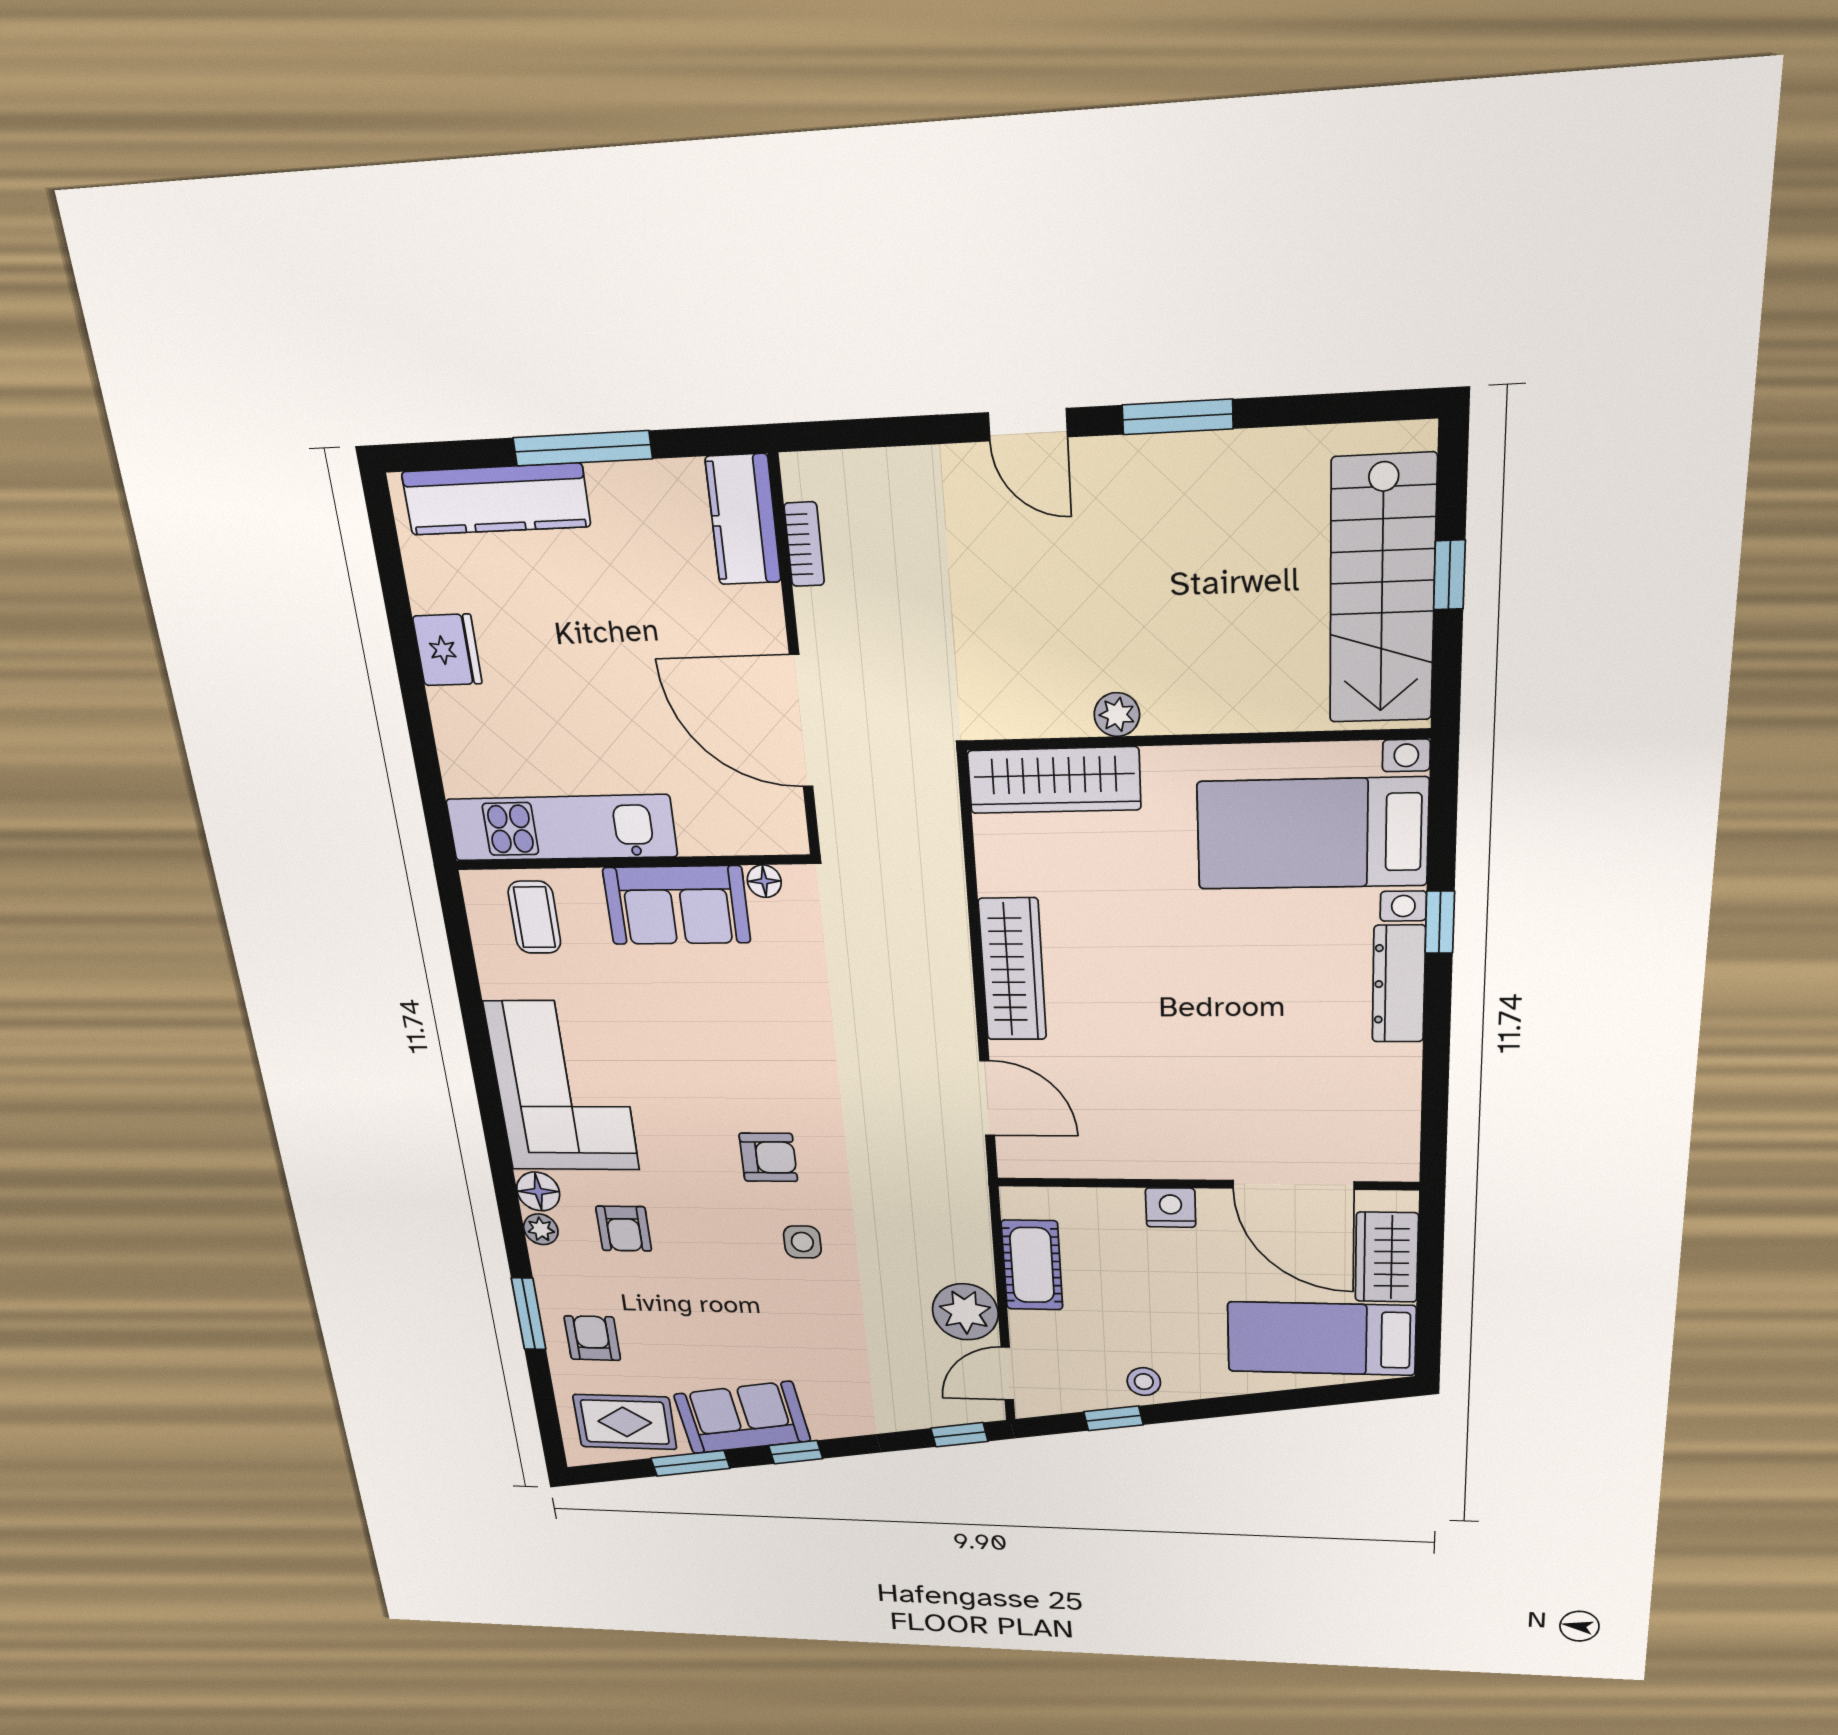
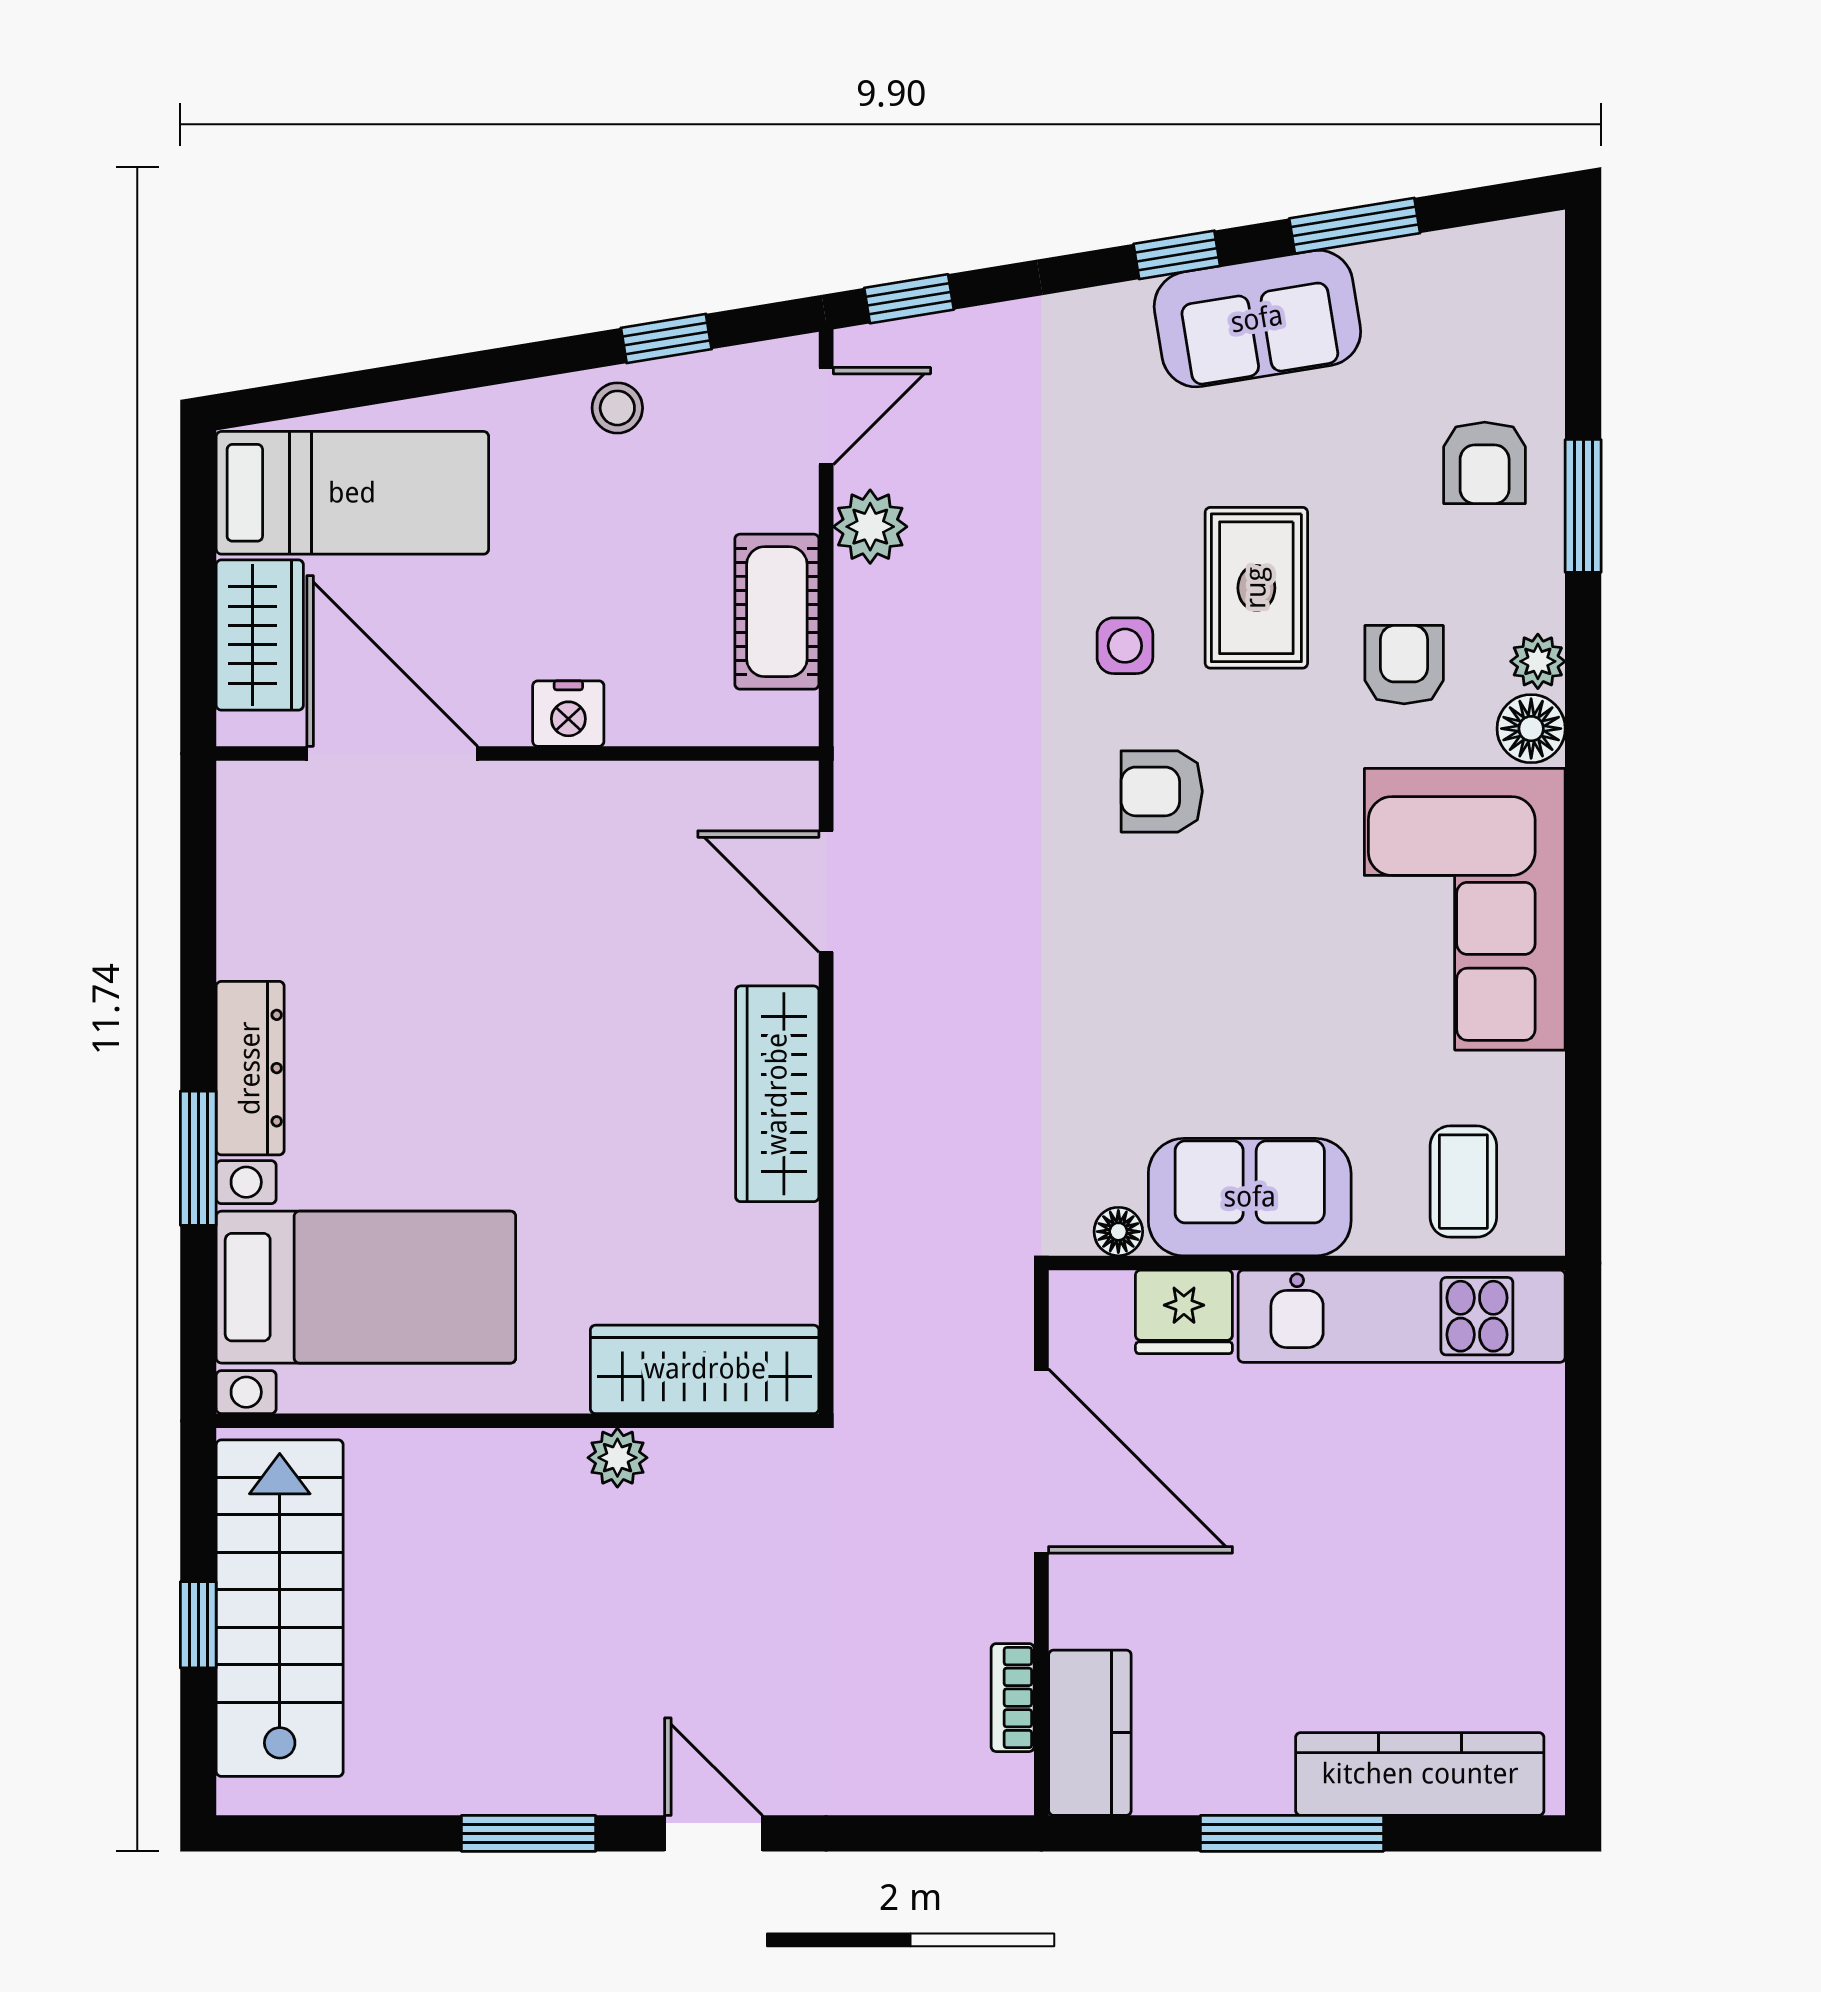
fridge: (447, 650) -> (1184, 1312), moved, turned -90
window: (1440, 922) -> (198, 1158), width x1.50
plant: (965, 1312) -> (870, 527), width x0.73, depth x0.73
rug: (625, 1422) -> (1256, 588), moved, turned 90

